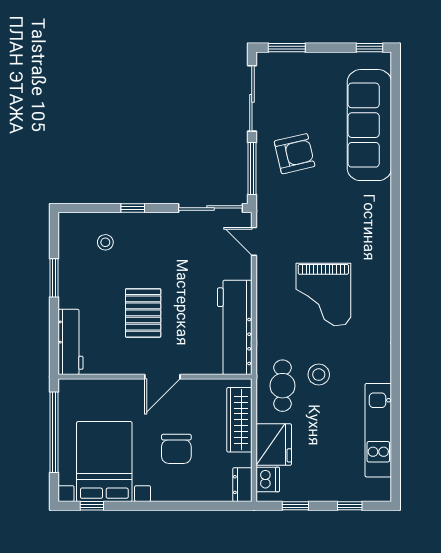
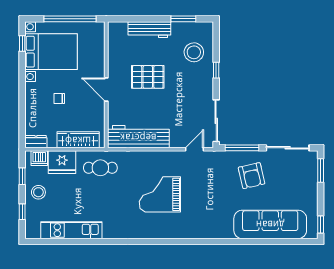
stool: (105, 242) -> (194, 52), width x1.89, depth x1.89
window: (54, 278) -> (183, 19), moved
workbench: (71, 342) -> (149, 30), moved
stool: (319, 375) -> (38, 192), moved
chair: (176, 449) -> (59, 99), width x0.54, depth x0.54

